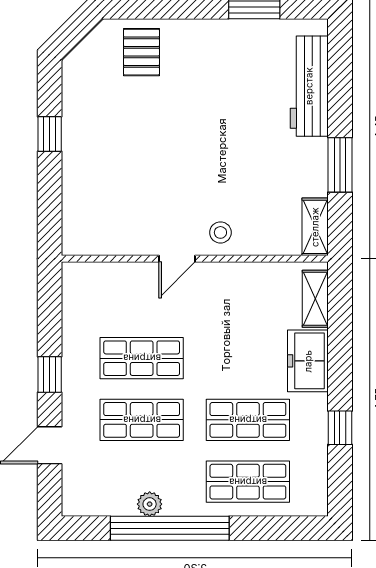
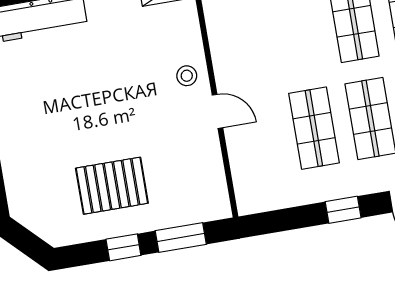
pallet: (141, 52) -> (112, 186), moved, width x1.50, depth x1.42
window: (50, 197) -> (181, 238), added

